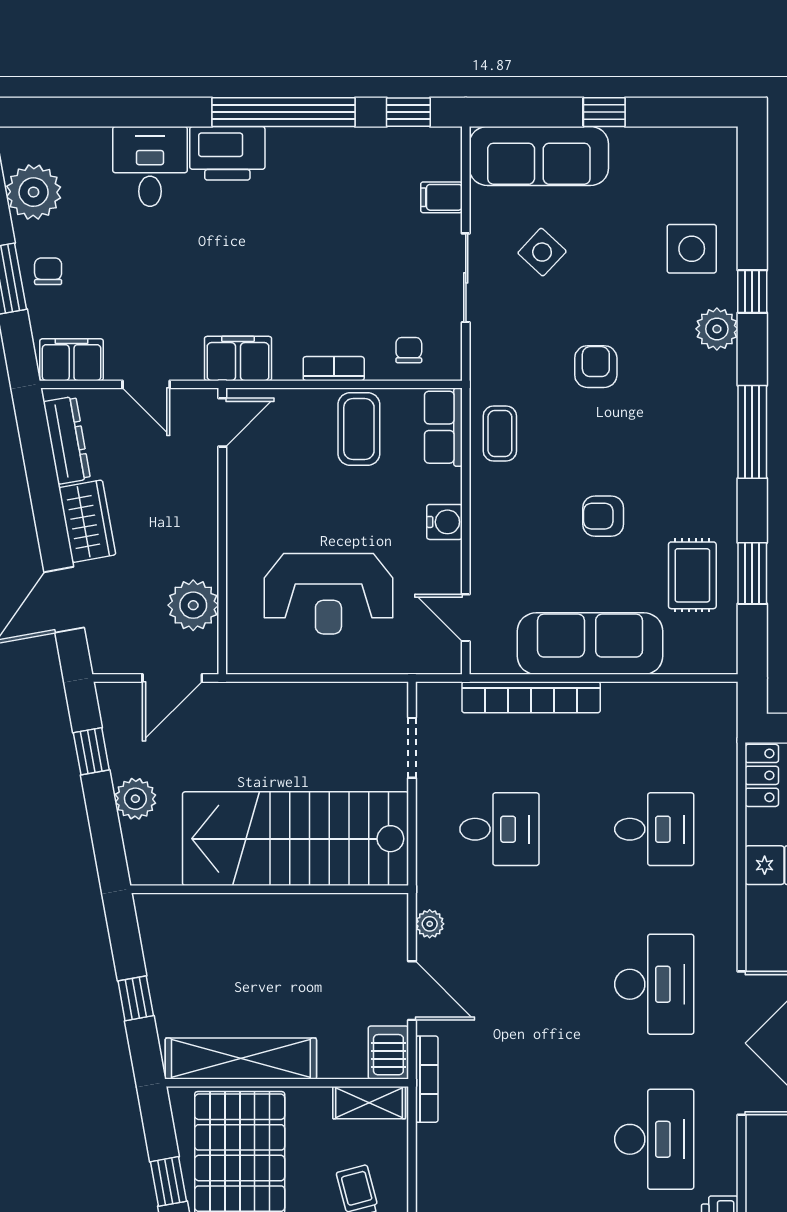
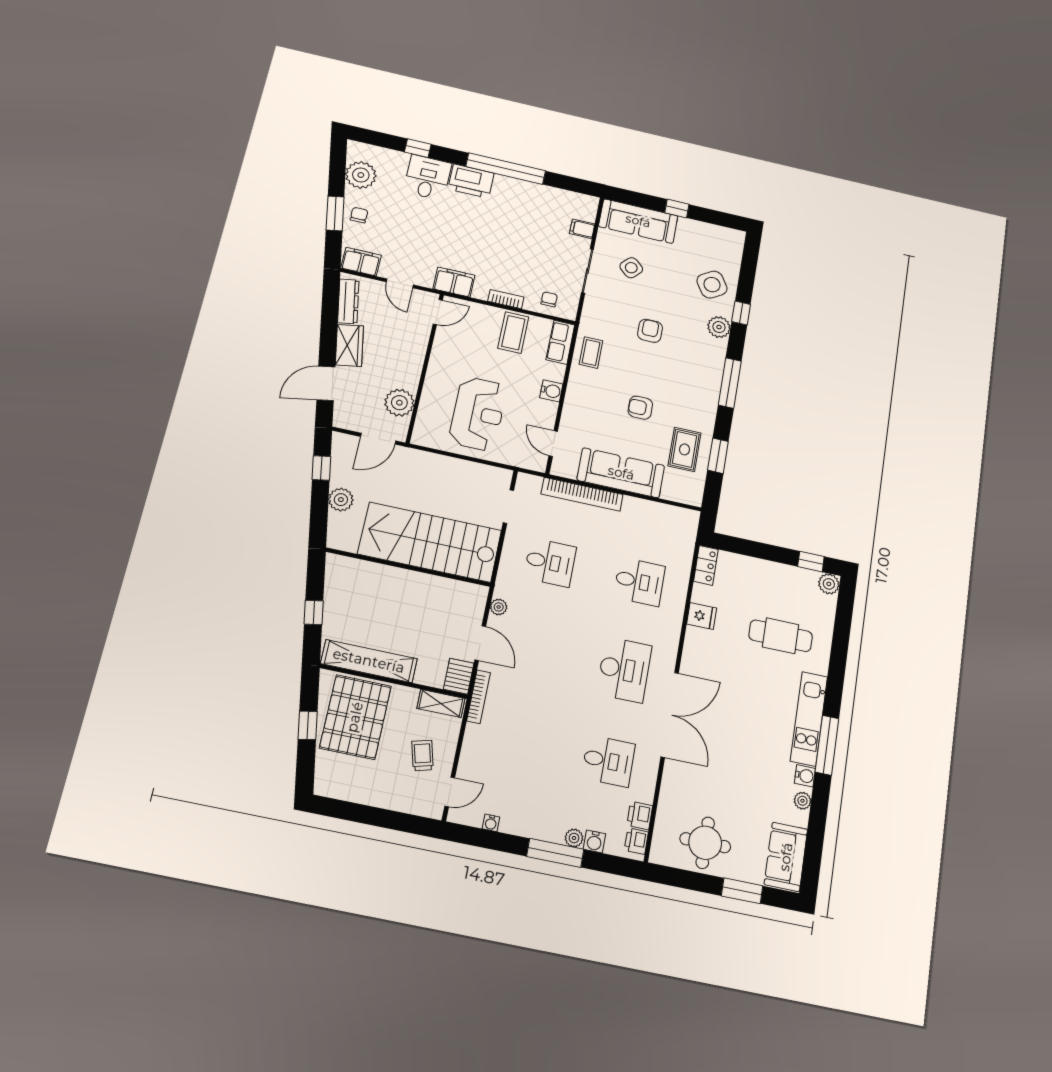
window: (408, 112) -> (418, 148), moved
side table: (692, 249) -> (712, 285), turned -32
reception desk: (328, 594) -> (478, 414), turned -90
desk: (654, 1139) -> (608, 761), width x0.73

